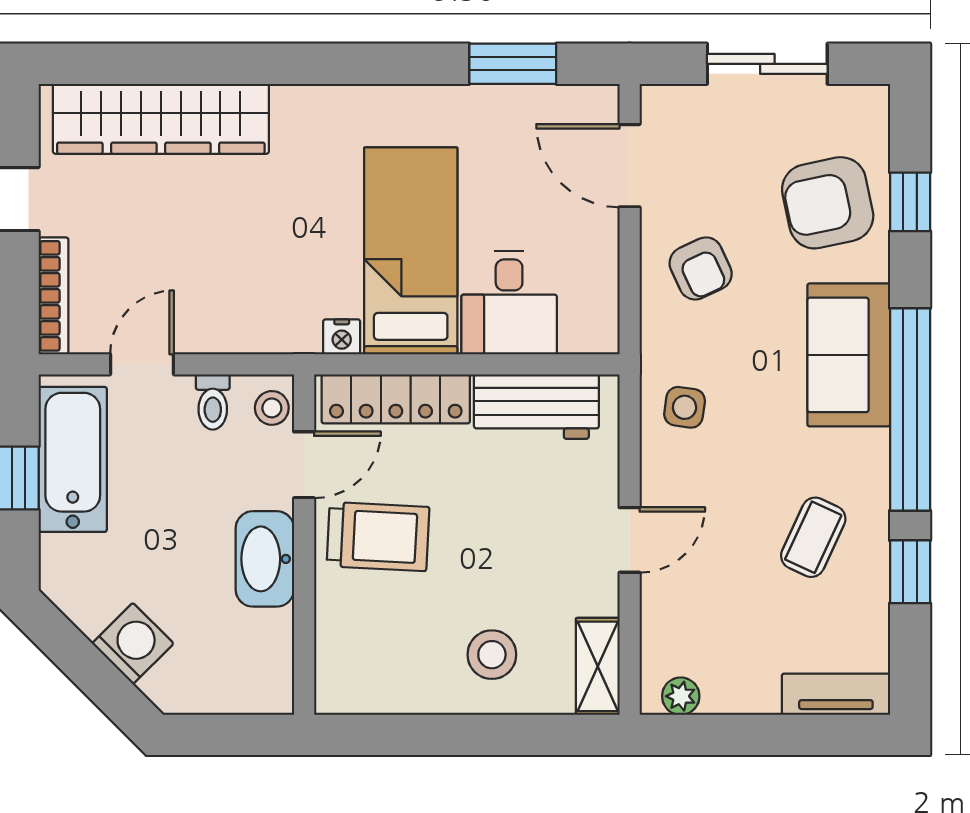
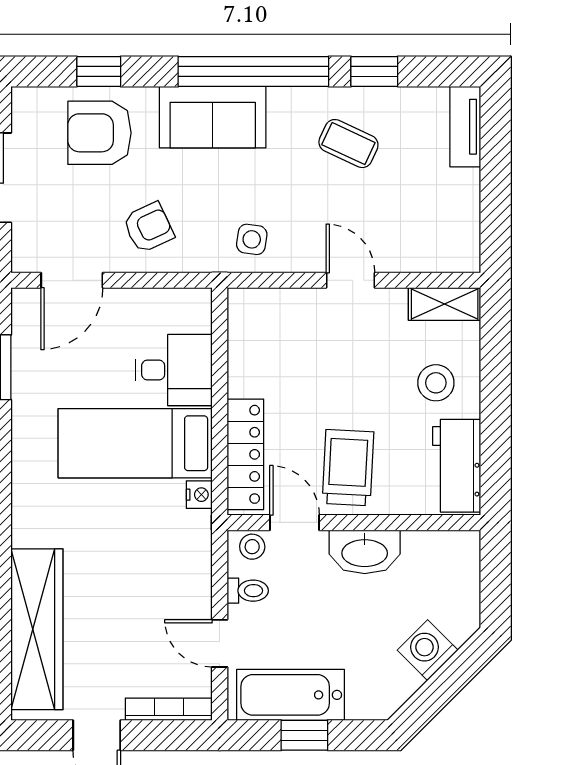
armchair: (828, 203) -> (99, 133), turned 102
workbench: (536, 407) -> (457, 466), moved, turned 180
plant: (681, 696) -> (467, 242), removed

